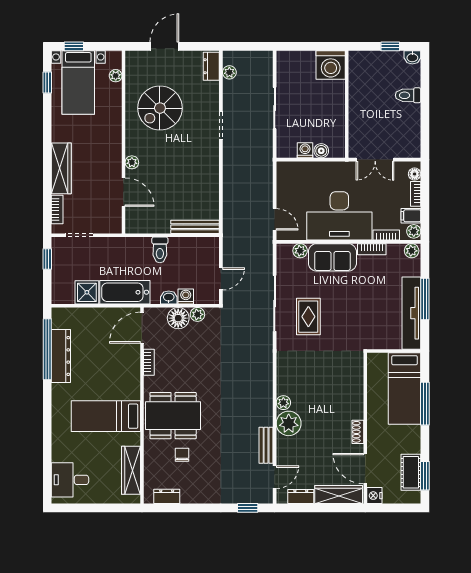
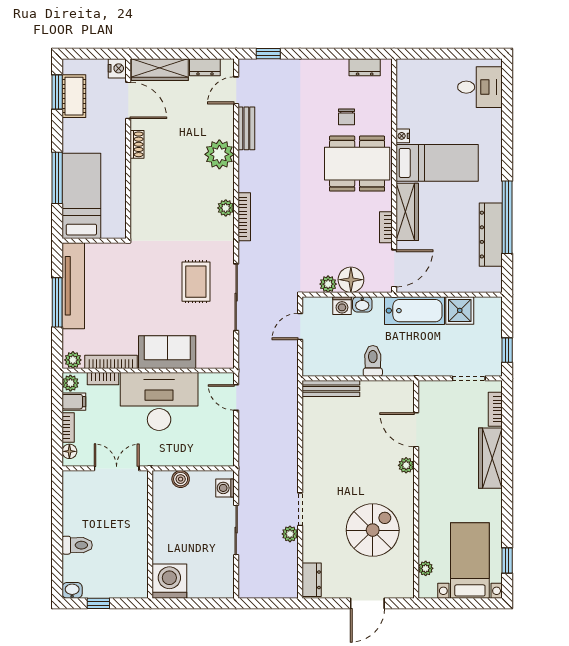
window: (74, 46) -> (475, 603), removed
plant: (229, 72) -> (290, 534), moved
washing machine: (305, 150) -> (225, 488), moved, turned 90
bookcase: (372, 249) -> (111, 362), width x1.56
plant: (300, 251) -> (206, 360), removed
window: (47, 349) -> (507, 217), moved
bookcase: (268, 371) -> (244, 217), added
plant: (283, 403) -> (226, 208), moved
nightstand: (135, 439) -> (403, 136), added
wardrobe: (131, 470) -> (407, 212), moved

